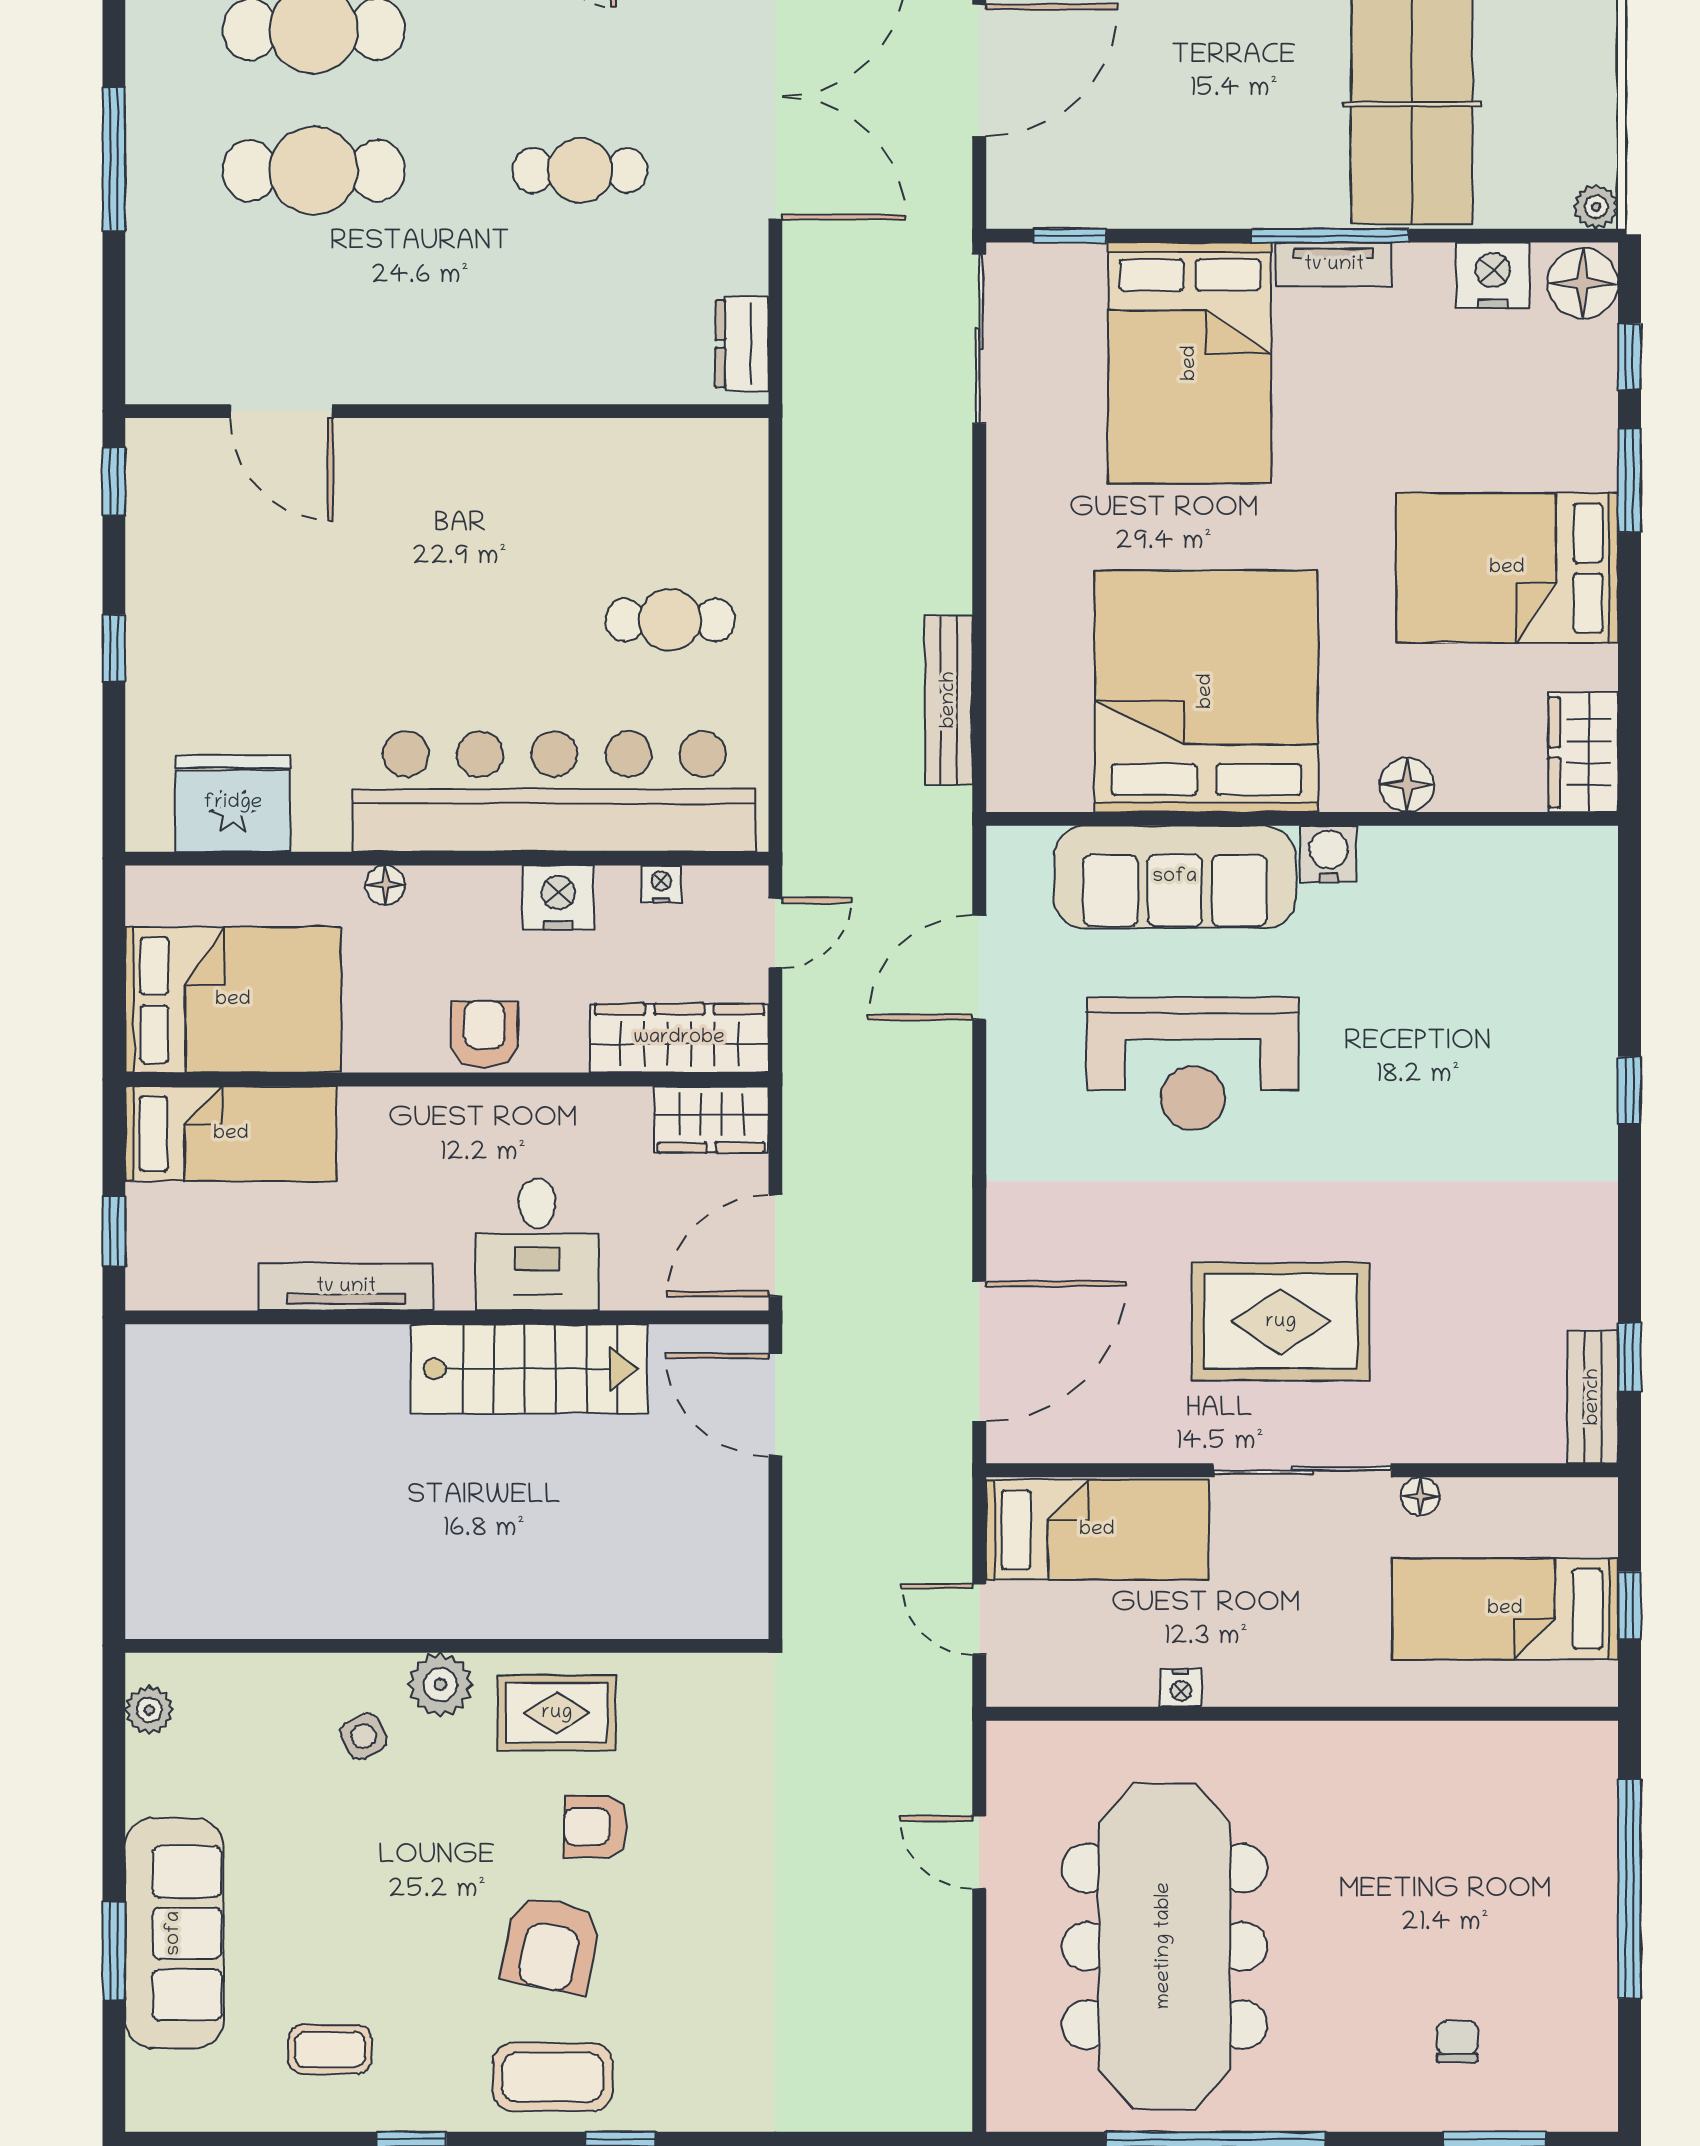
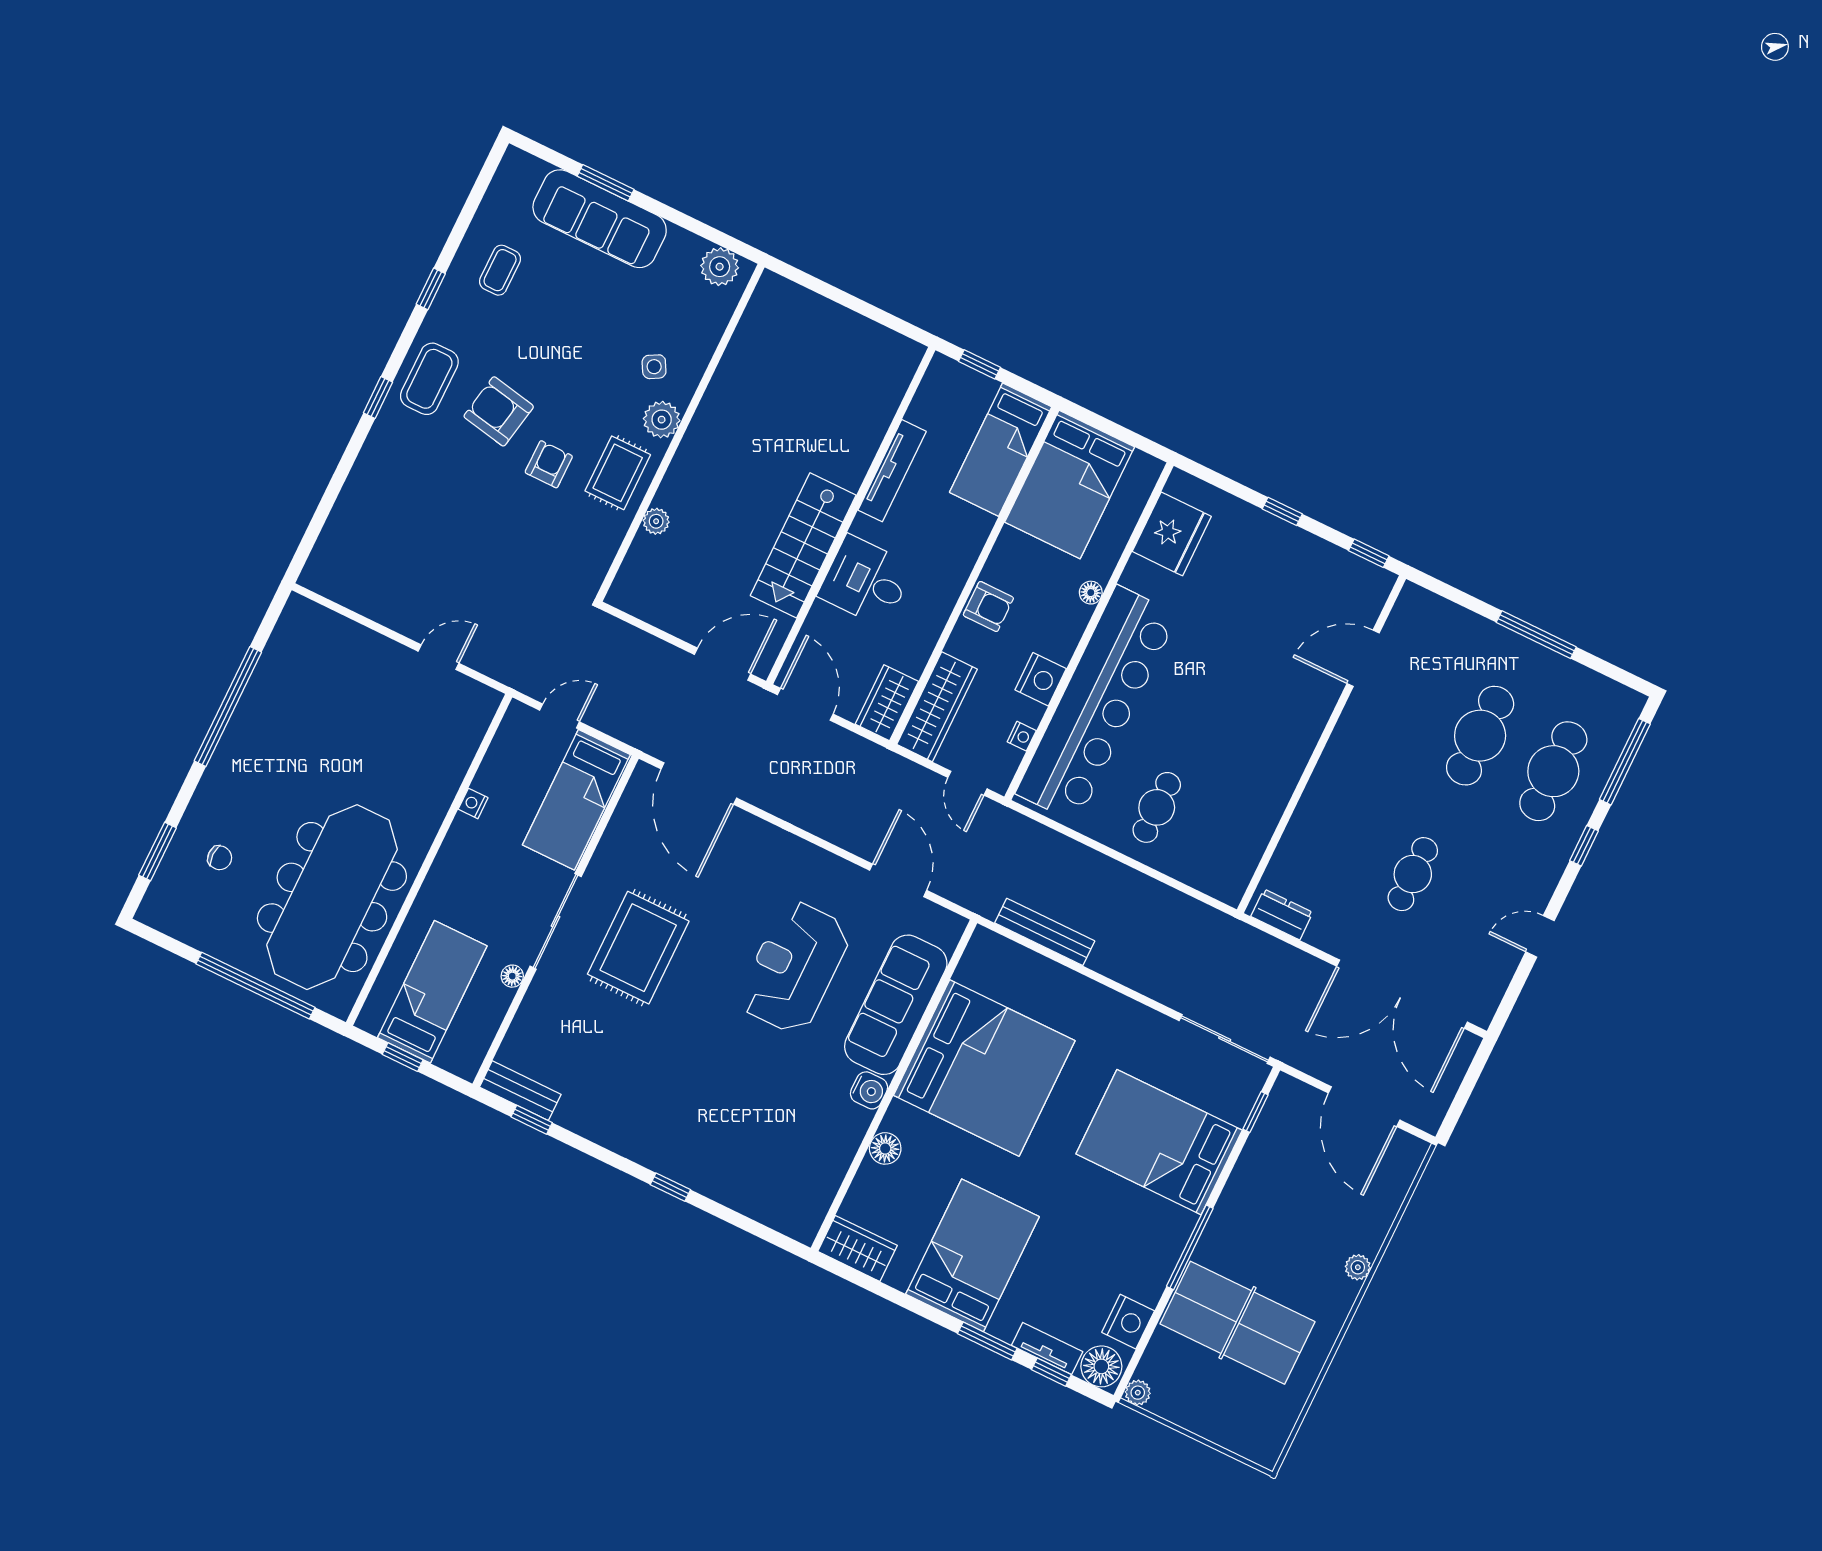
tv unit: (1334, 265) -> (1047, 1349), moved, turned 90
plant: (603, 1616) -> (656, 521), added
plant: (149, 1710) -> (720, 267), width x1.38, depth x1.38
meeting table: (1164, 1946) -> (332, 897), moved, turned 90

